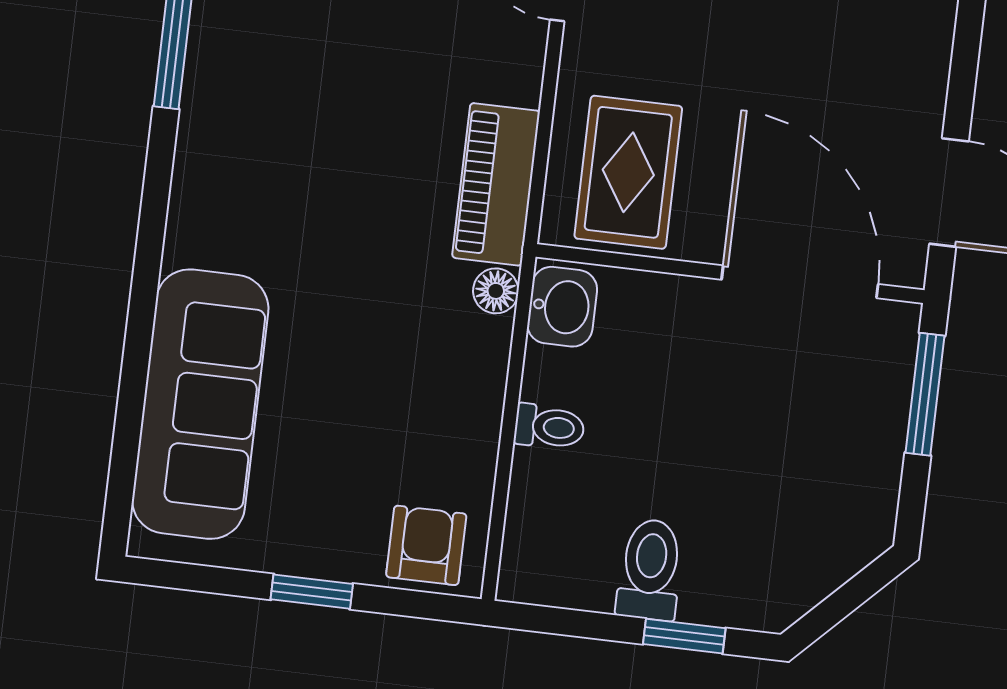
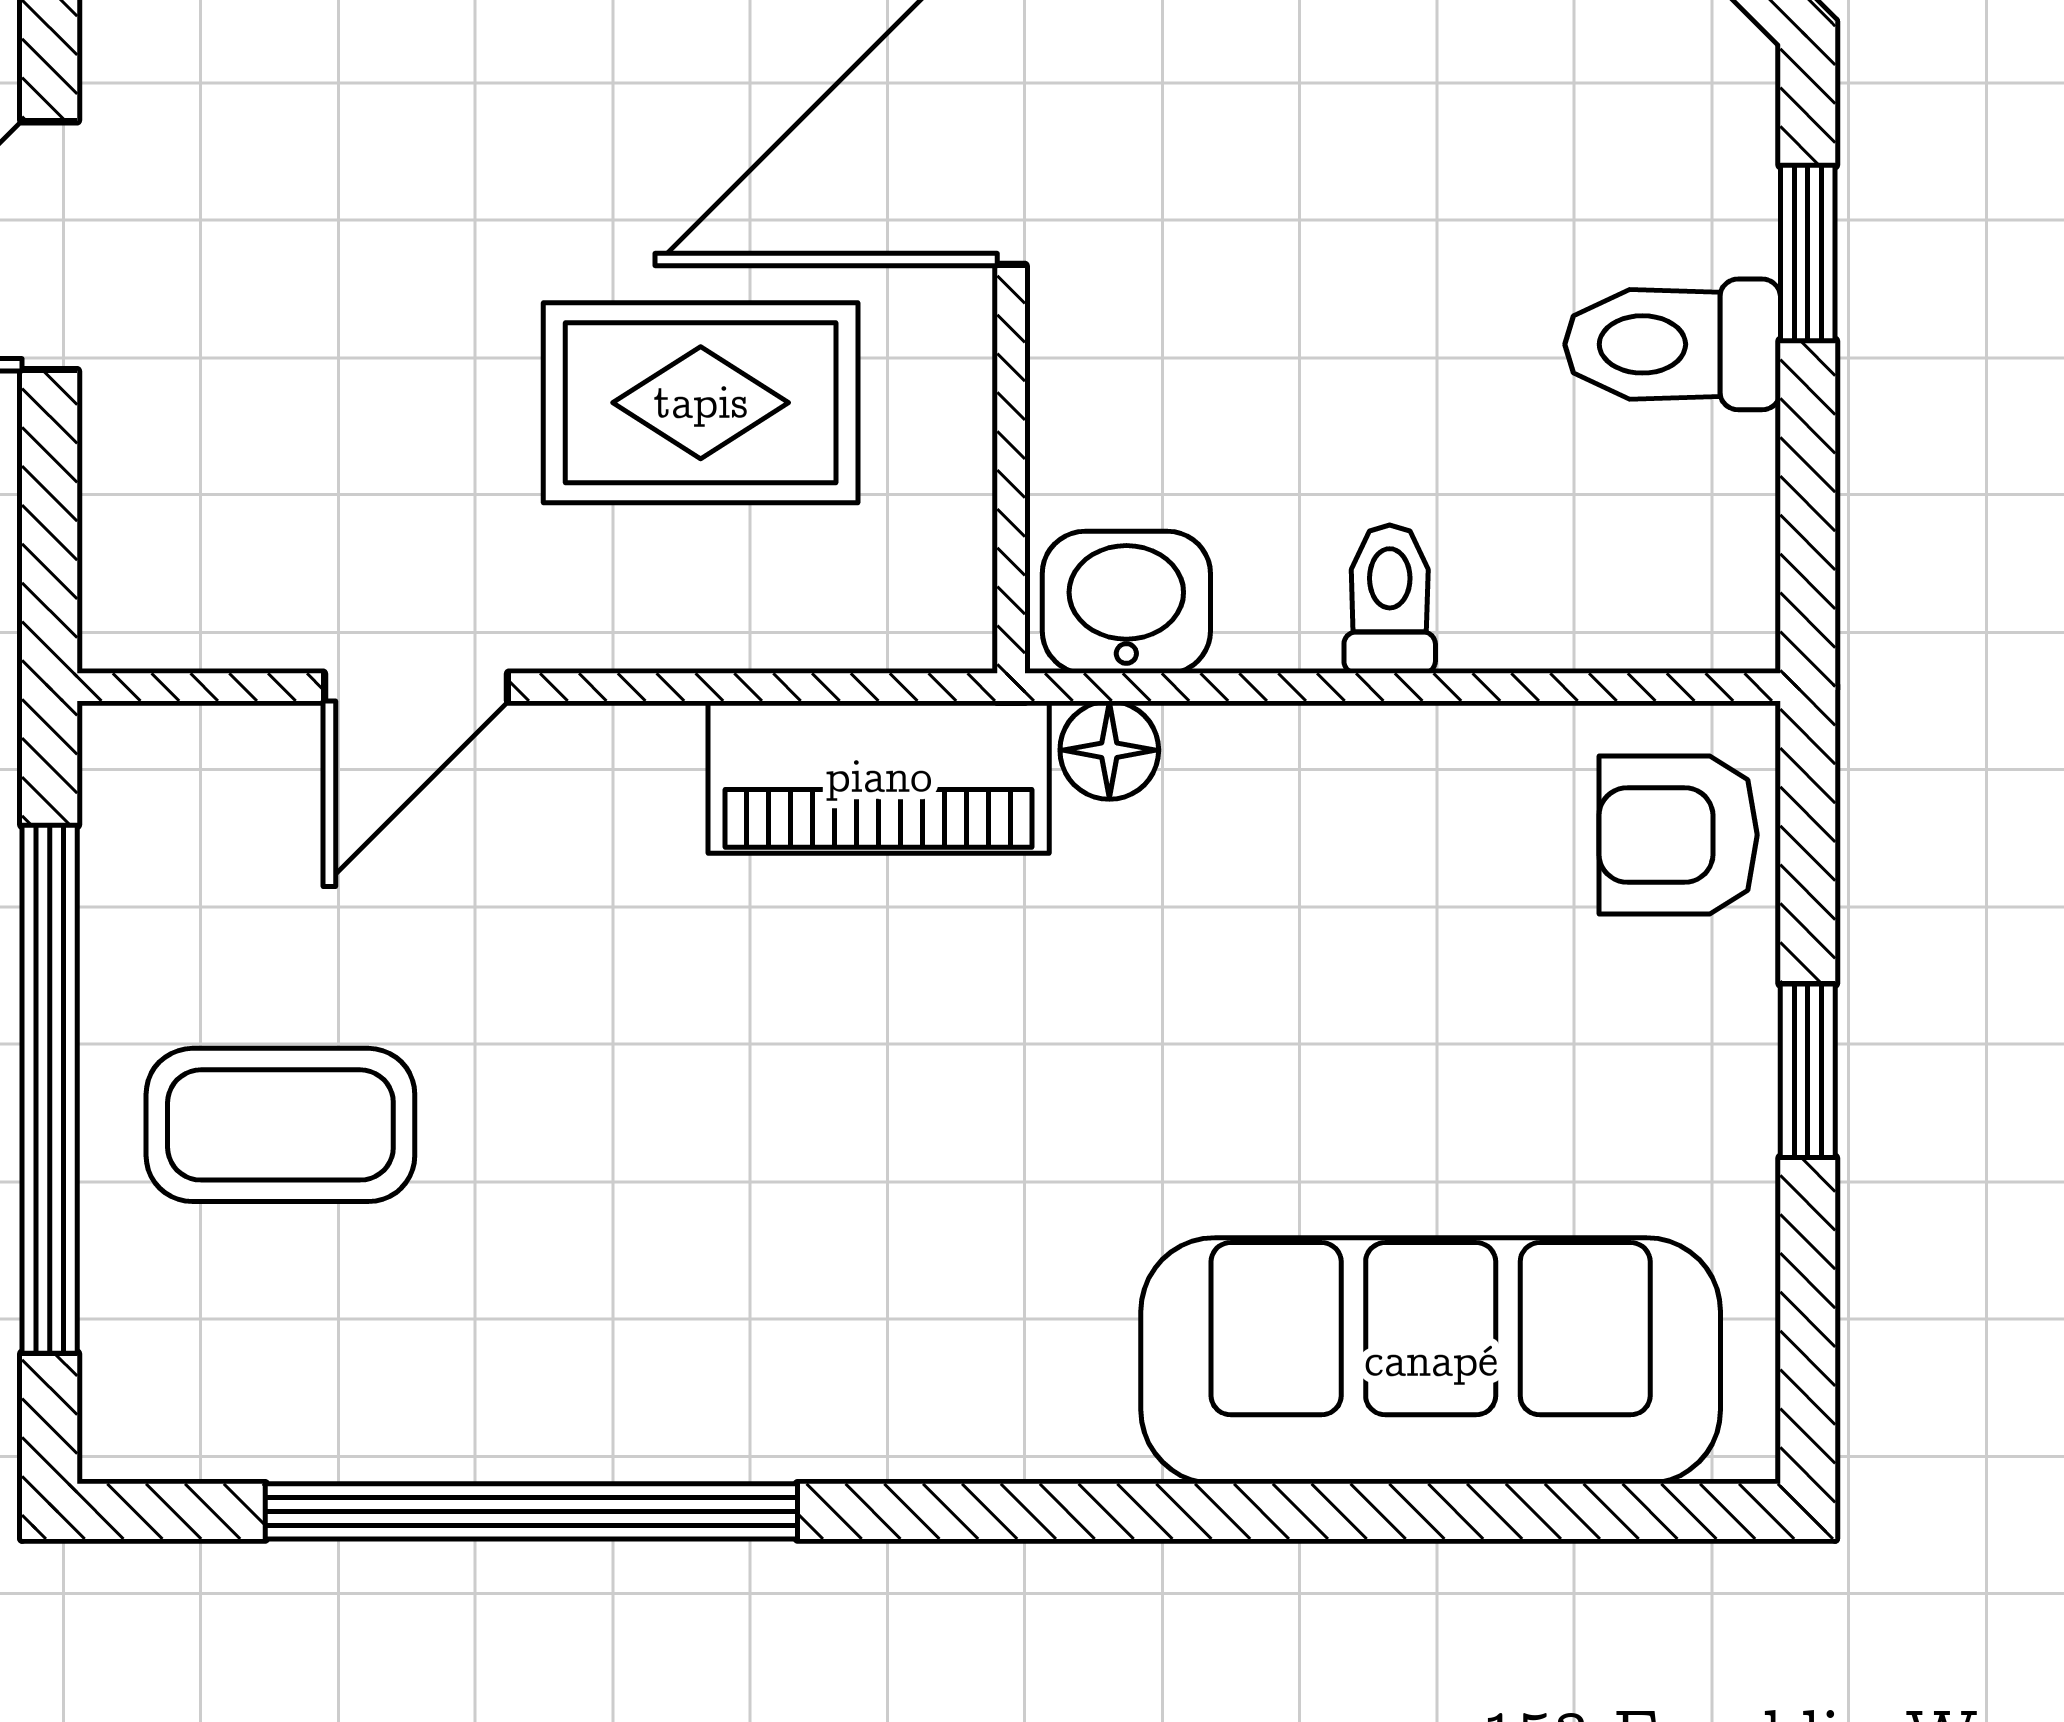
rug: (628, 172) -> (701, 403), moved

